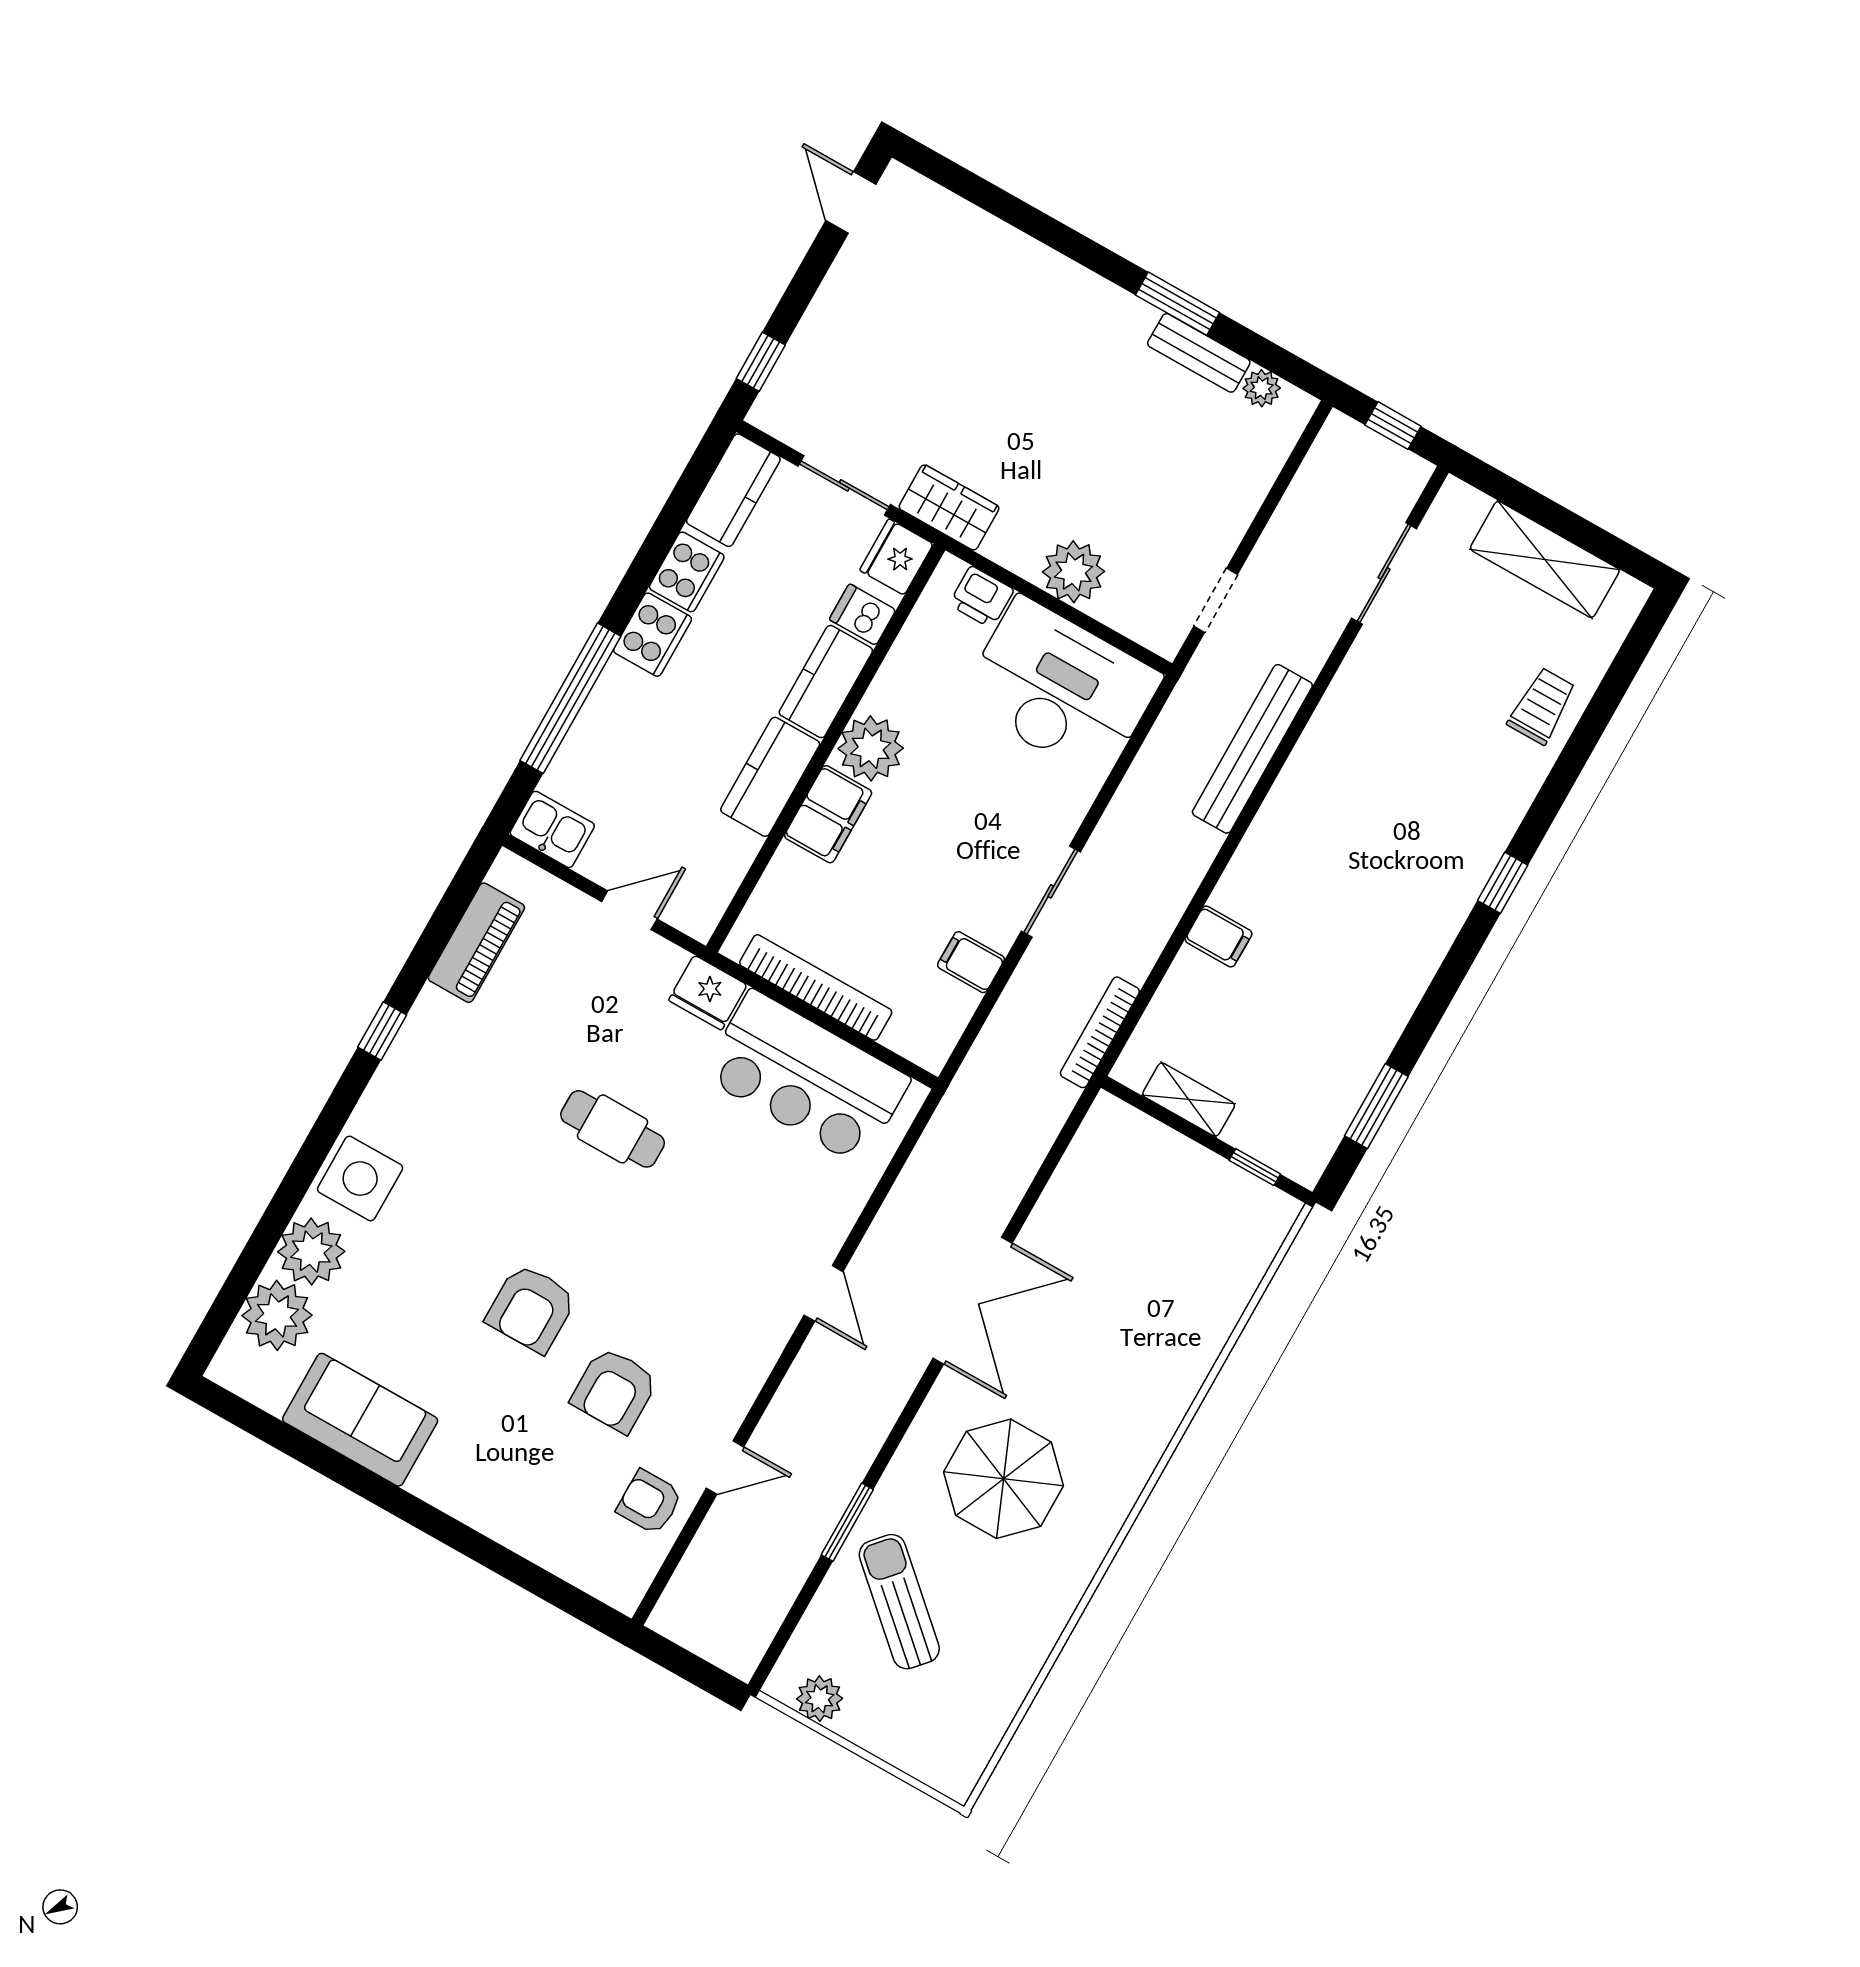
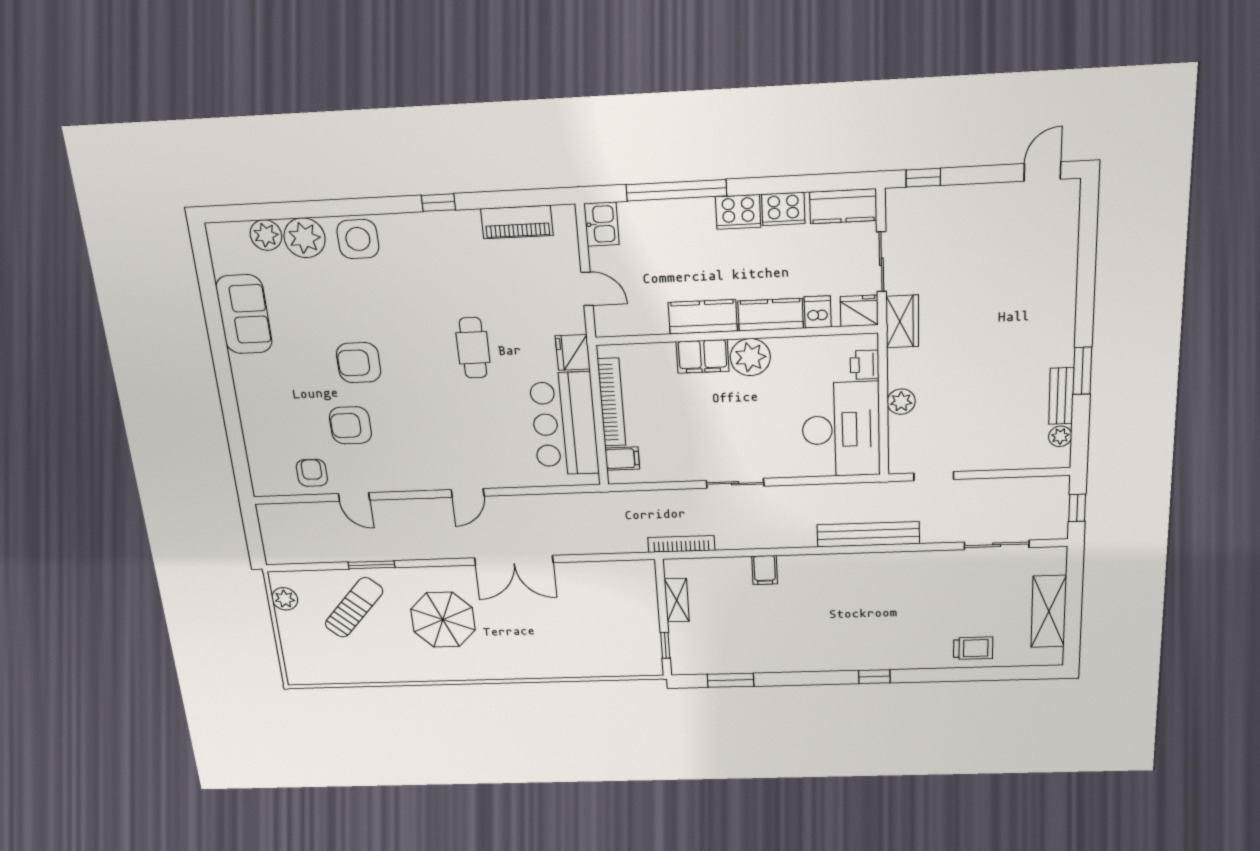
plant: (1073, 572) -> (901, 402), width x0.73, depth x0.73
filing cabinet: (971, 962) -> (622, 459), moved, turned 90
plant: (277, 1315) -> (266, 235), width x0.73, depth x0.73

